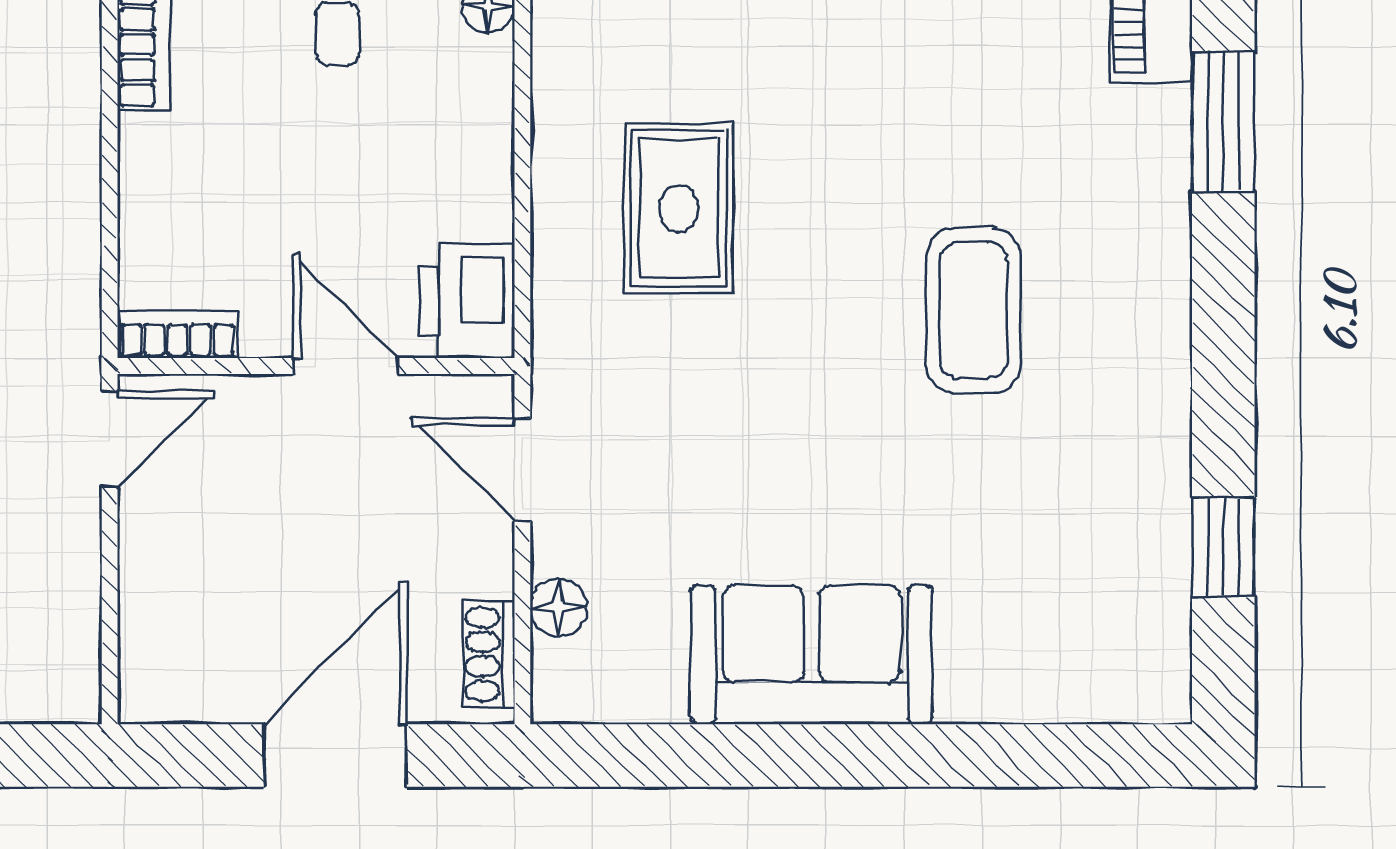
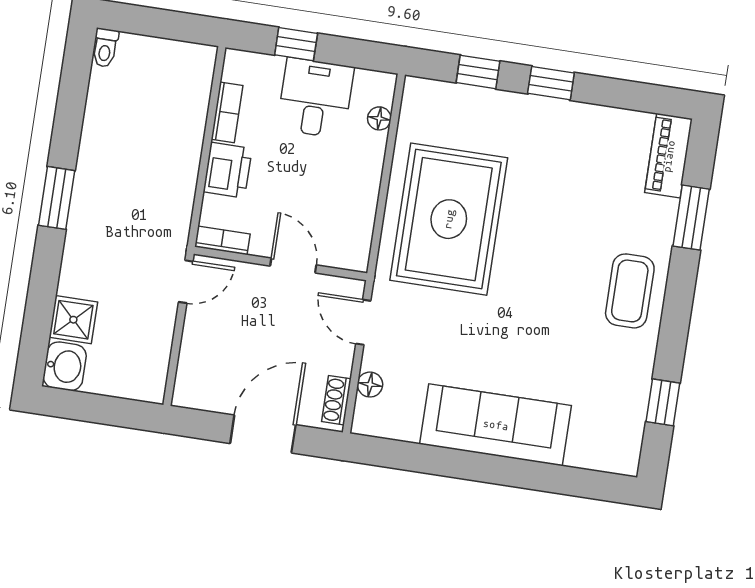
rug: (679, 208) -> (449, 219), width x1.86, depth x2.06
printer: (467, 301) -> (228, 170), moved, turned 180
coffee table: (974, 311) -> (630, 291), moved
sofa: (811, 655) -> (496, 425), width x1.36

